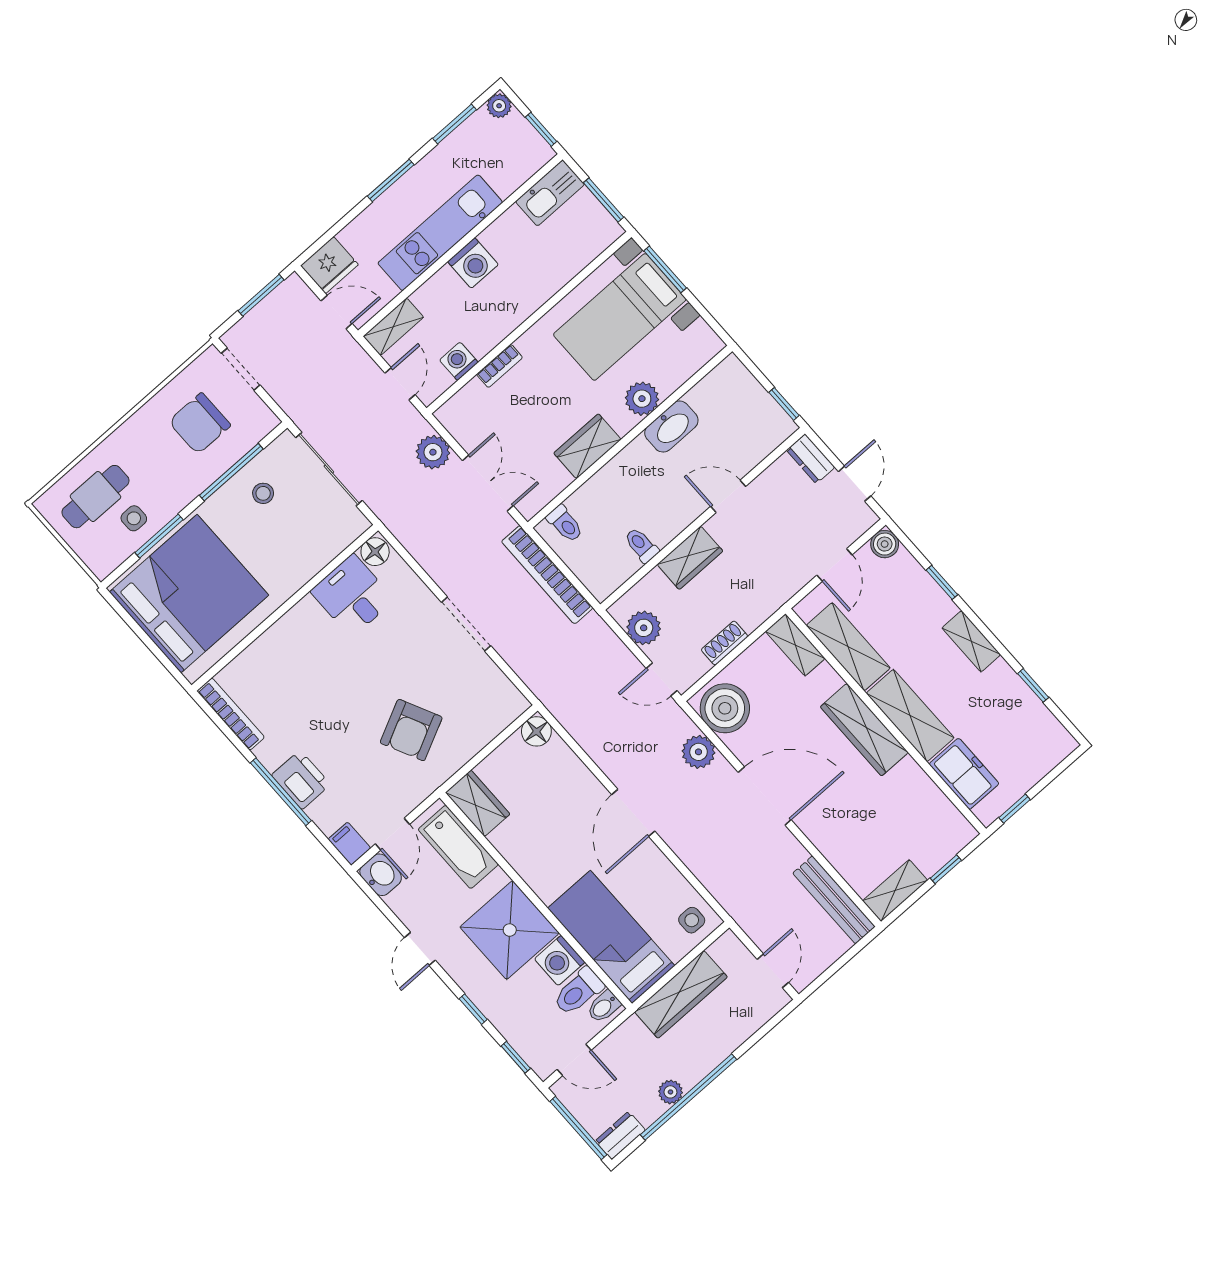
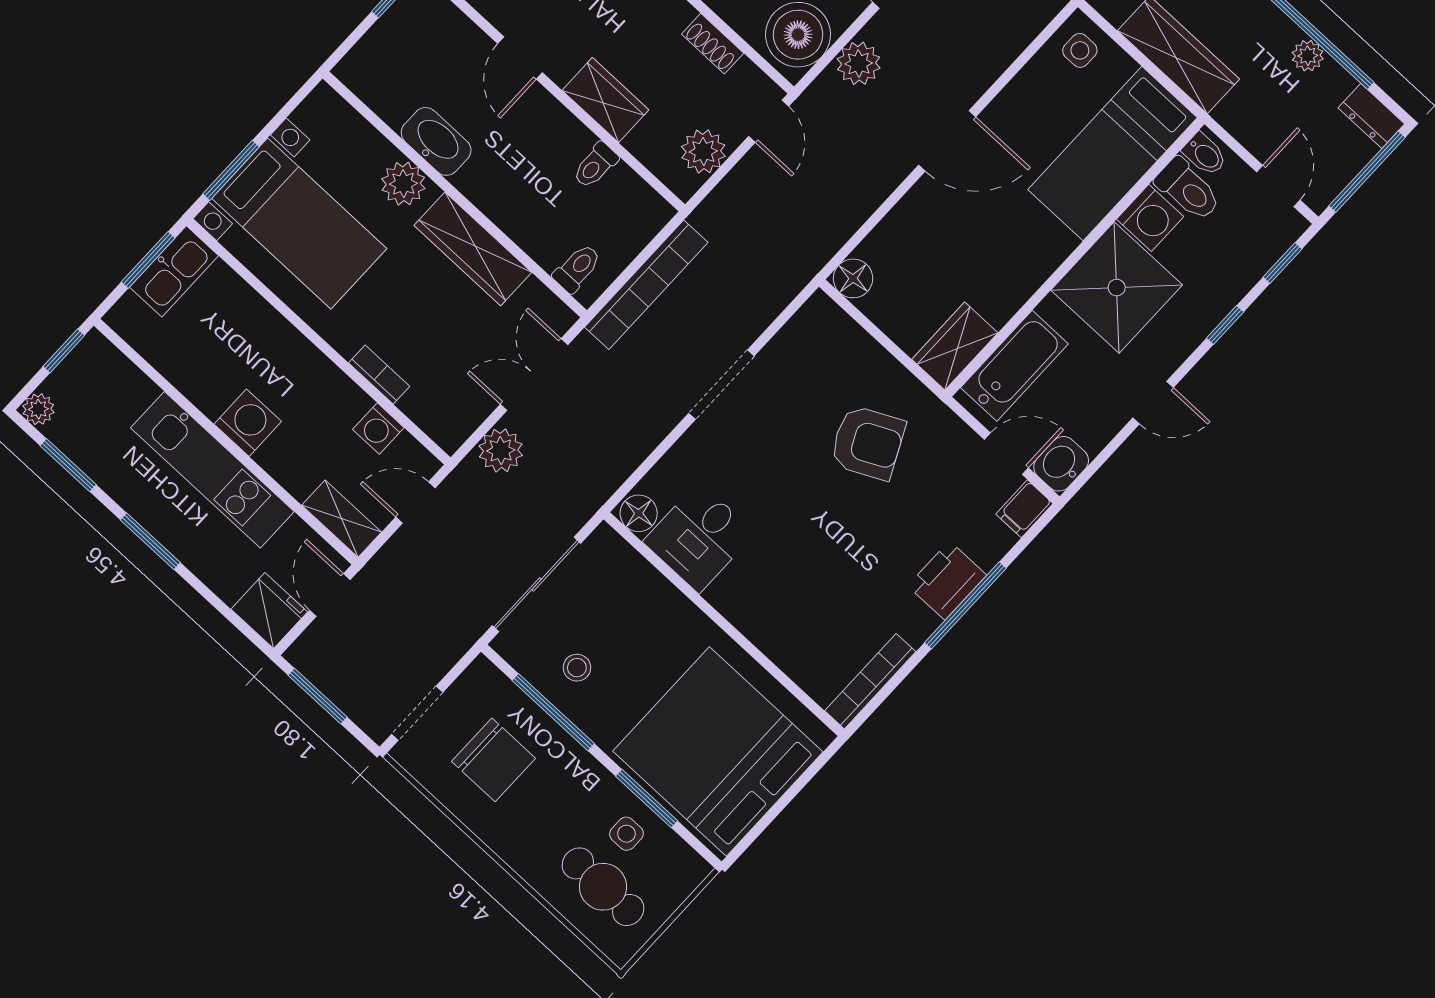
kitchen sink: (550, 193) -> (174, 271), moved, turned 90
wardrobe: (587, 446) -> (473, 249), width x1.50

